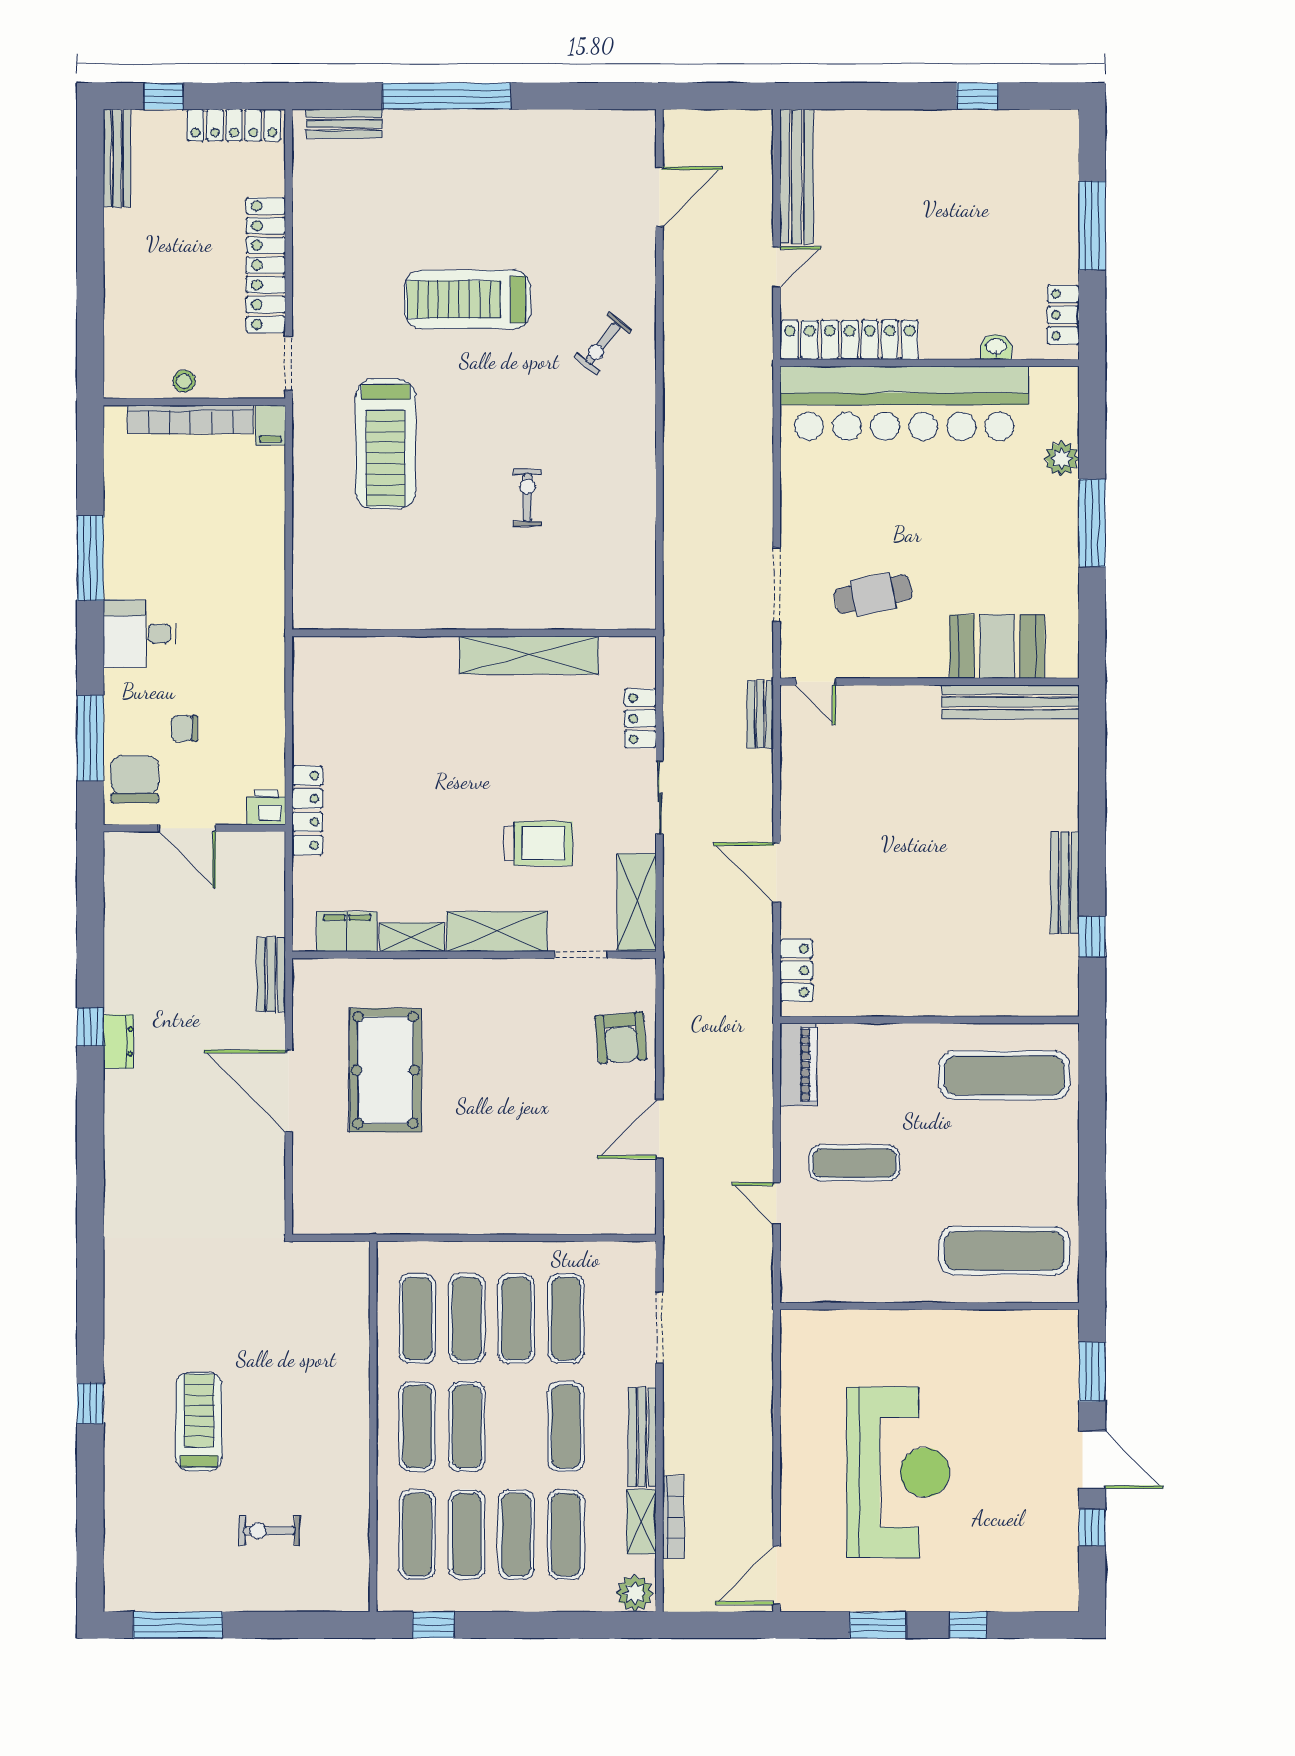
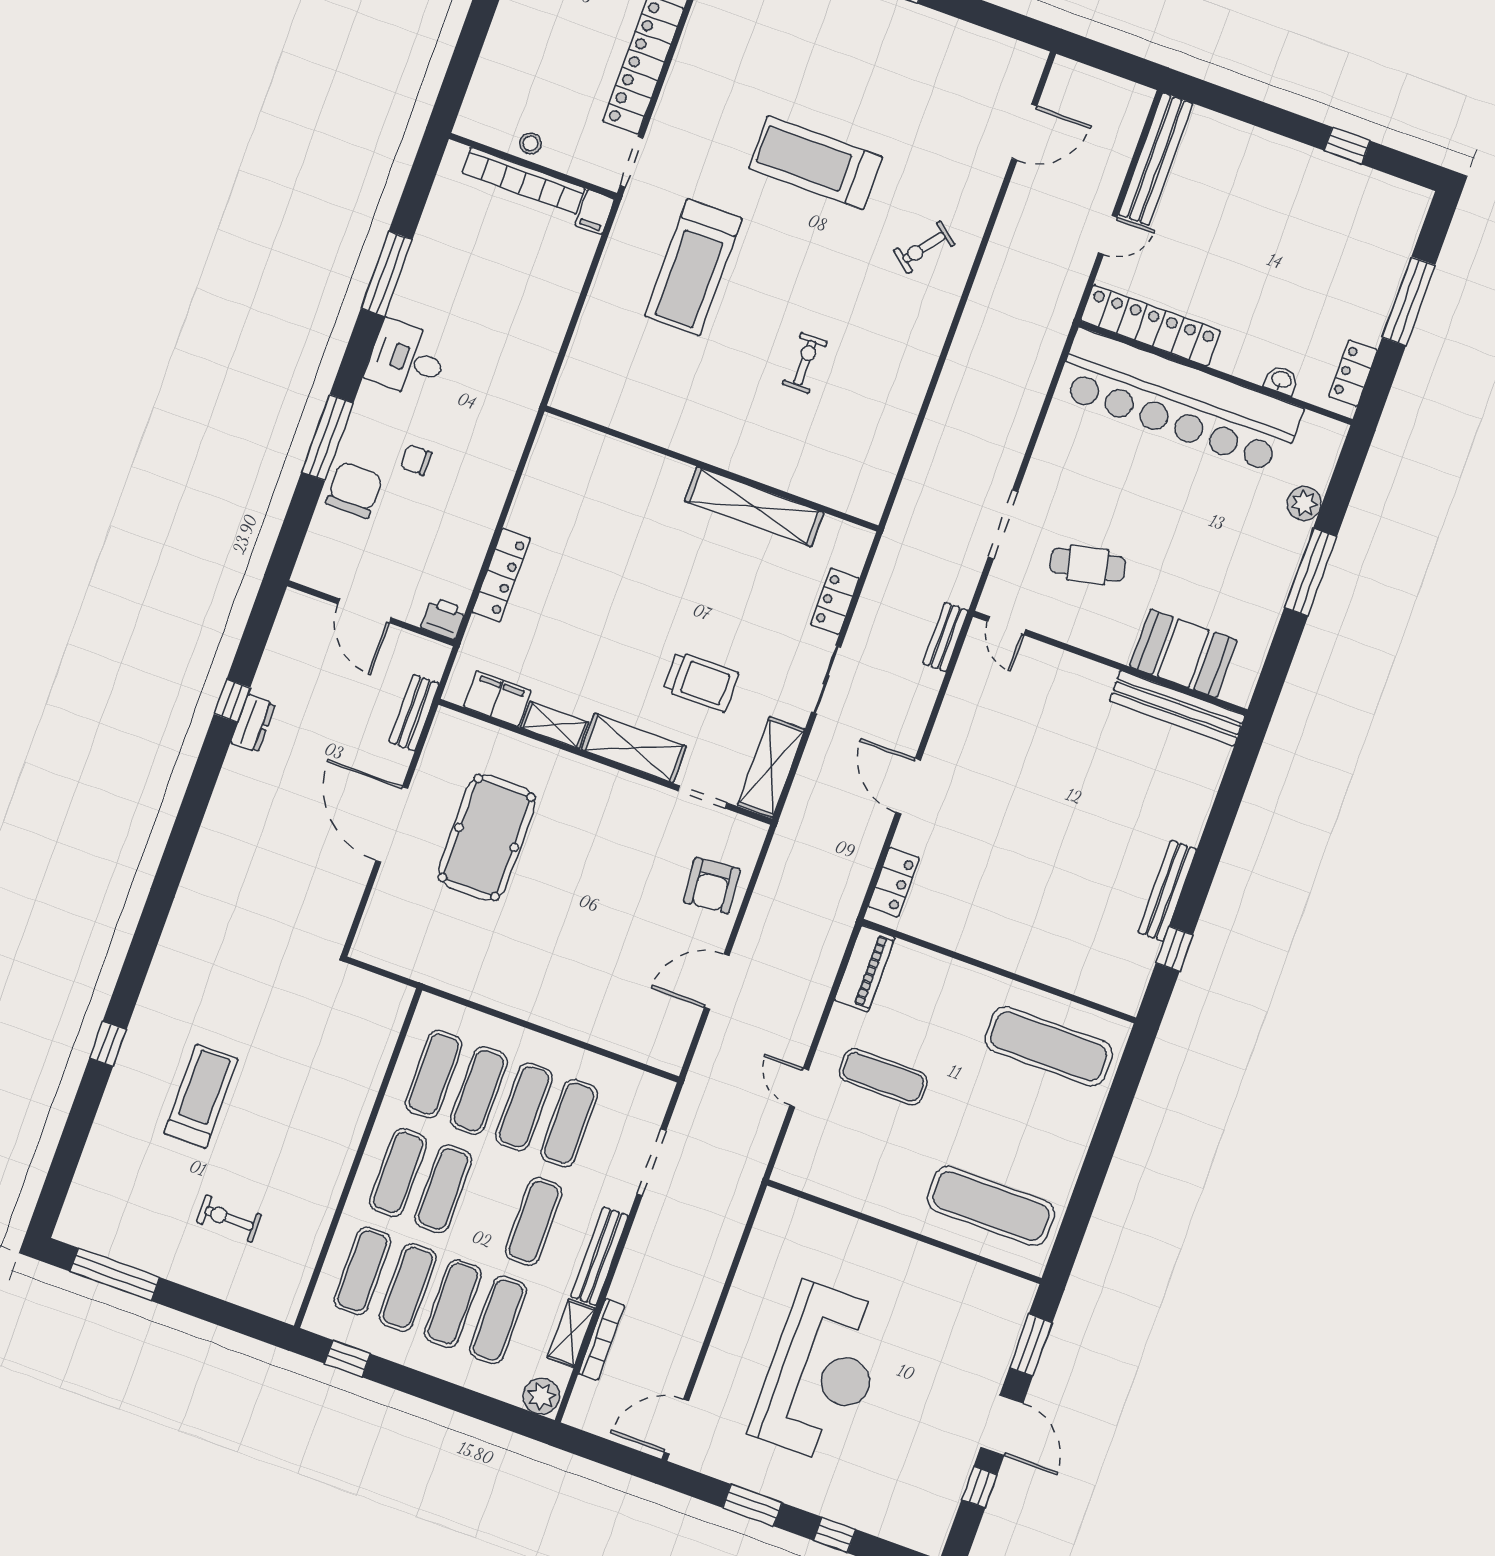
printer: (266, 807) -> (443, 618), moved
door: (187, 828) -> (365, 611), moved
wall: (194, 828) -> (371, 613), moved

